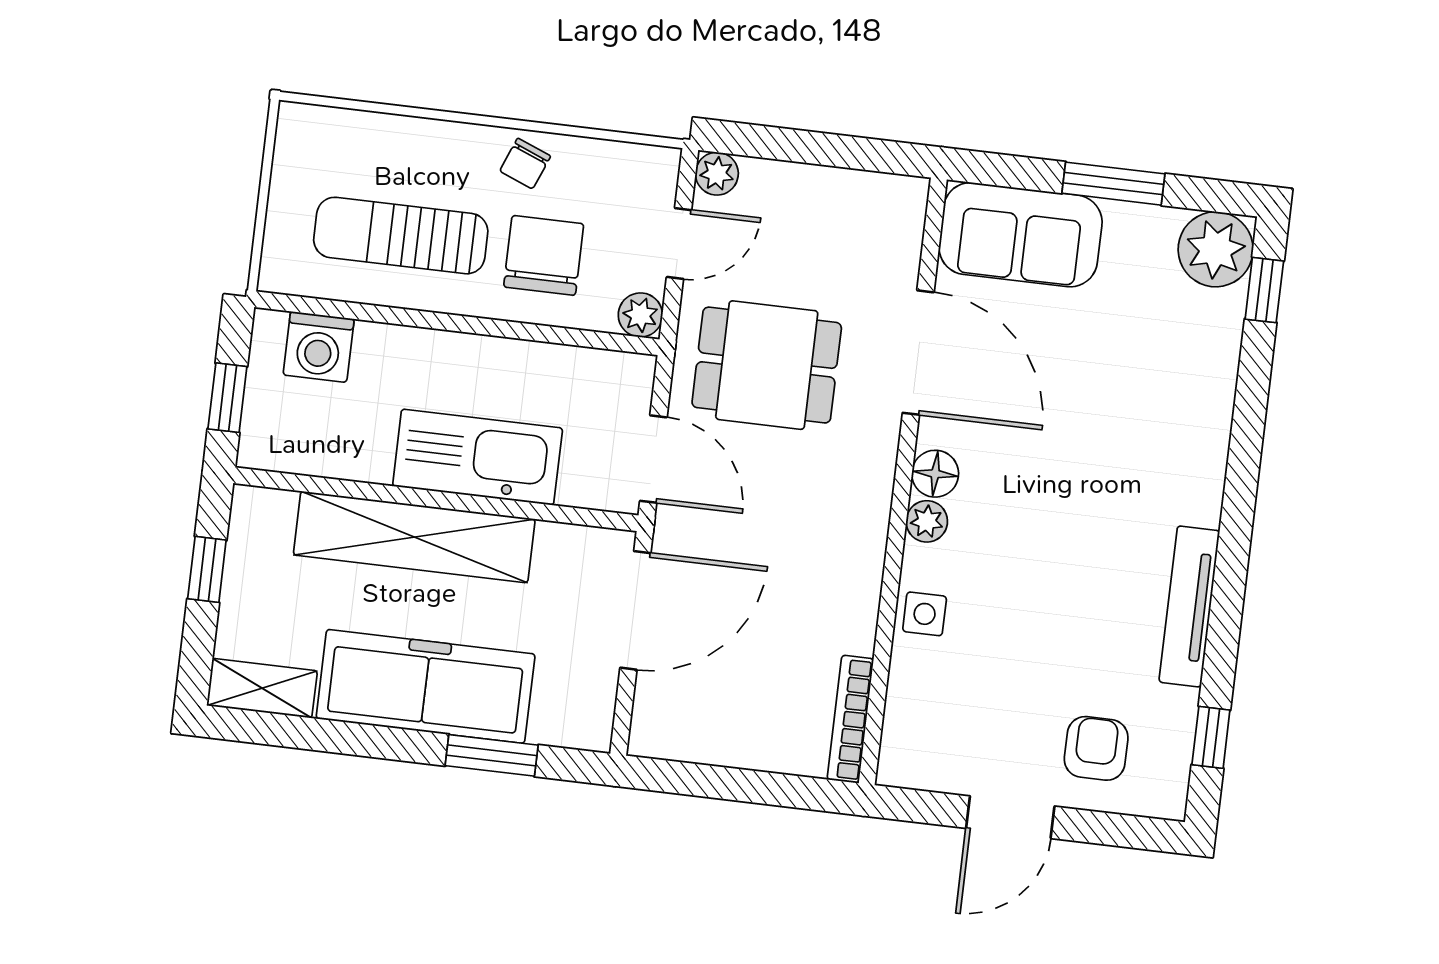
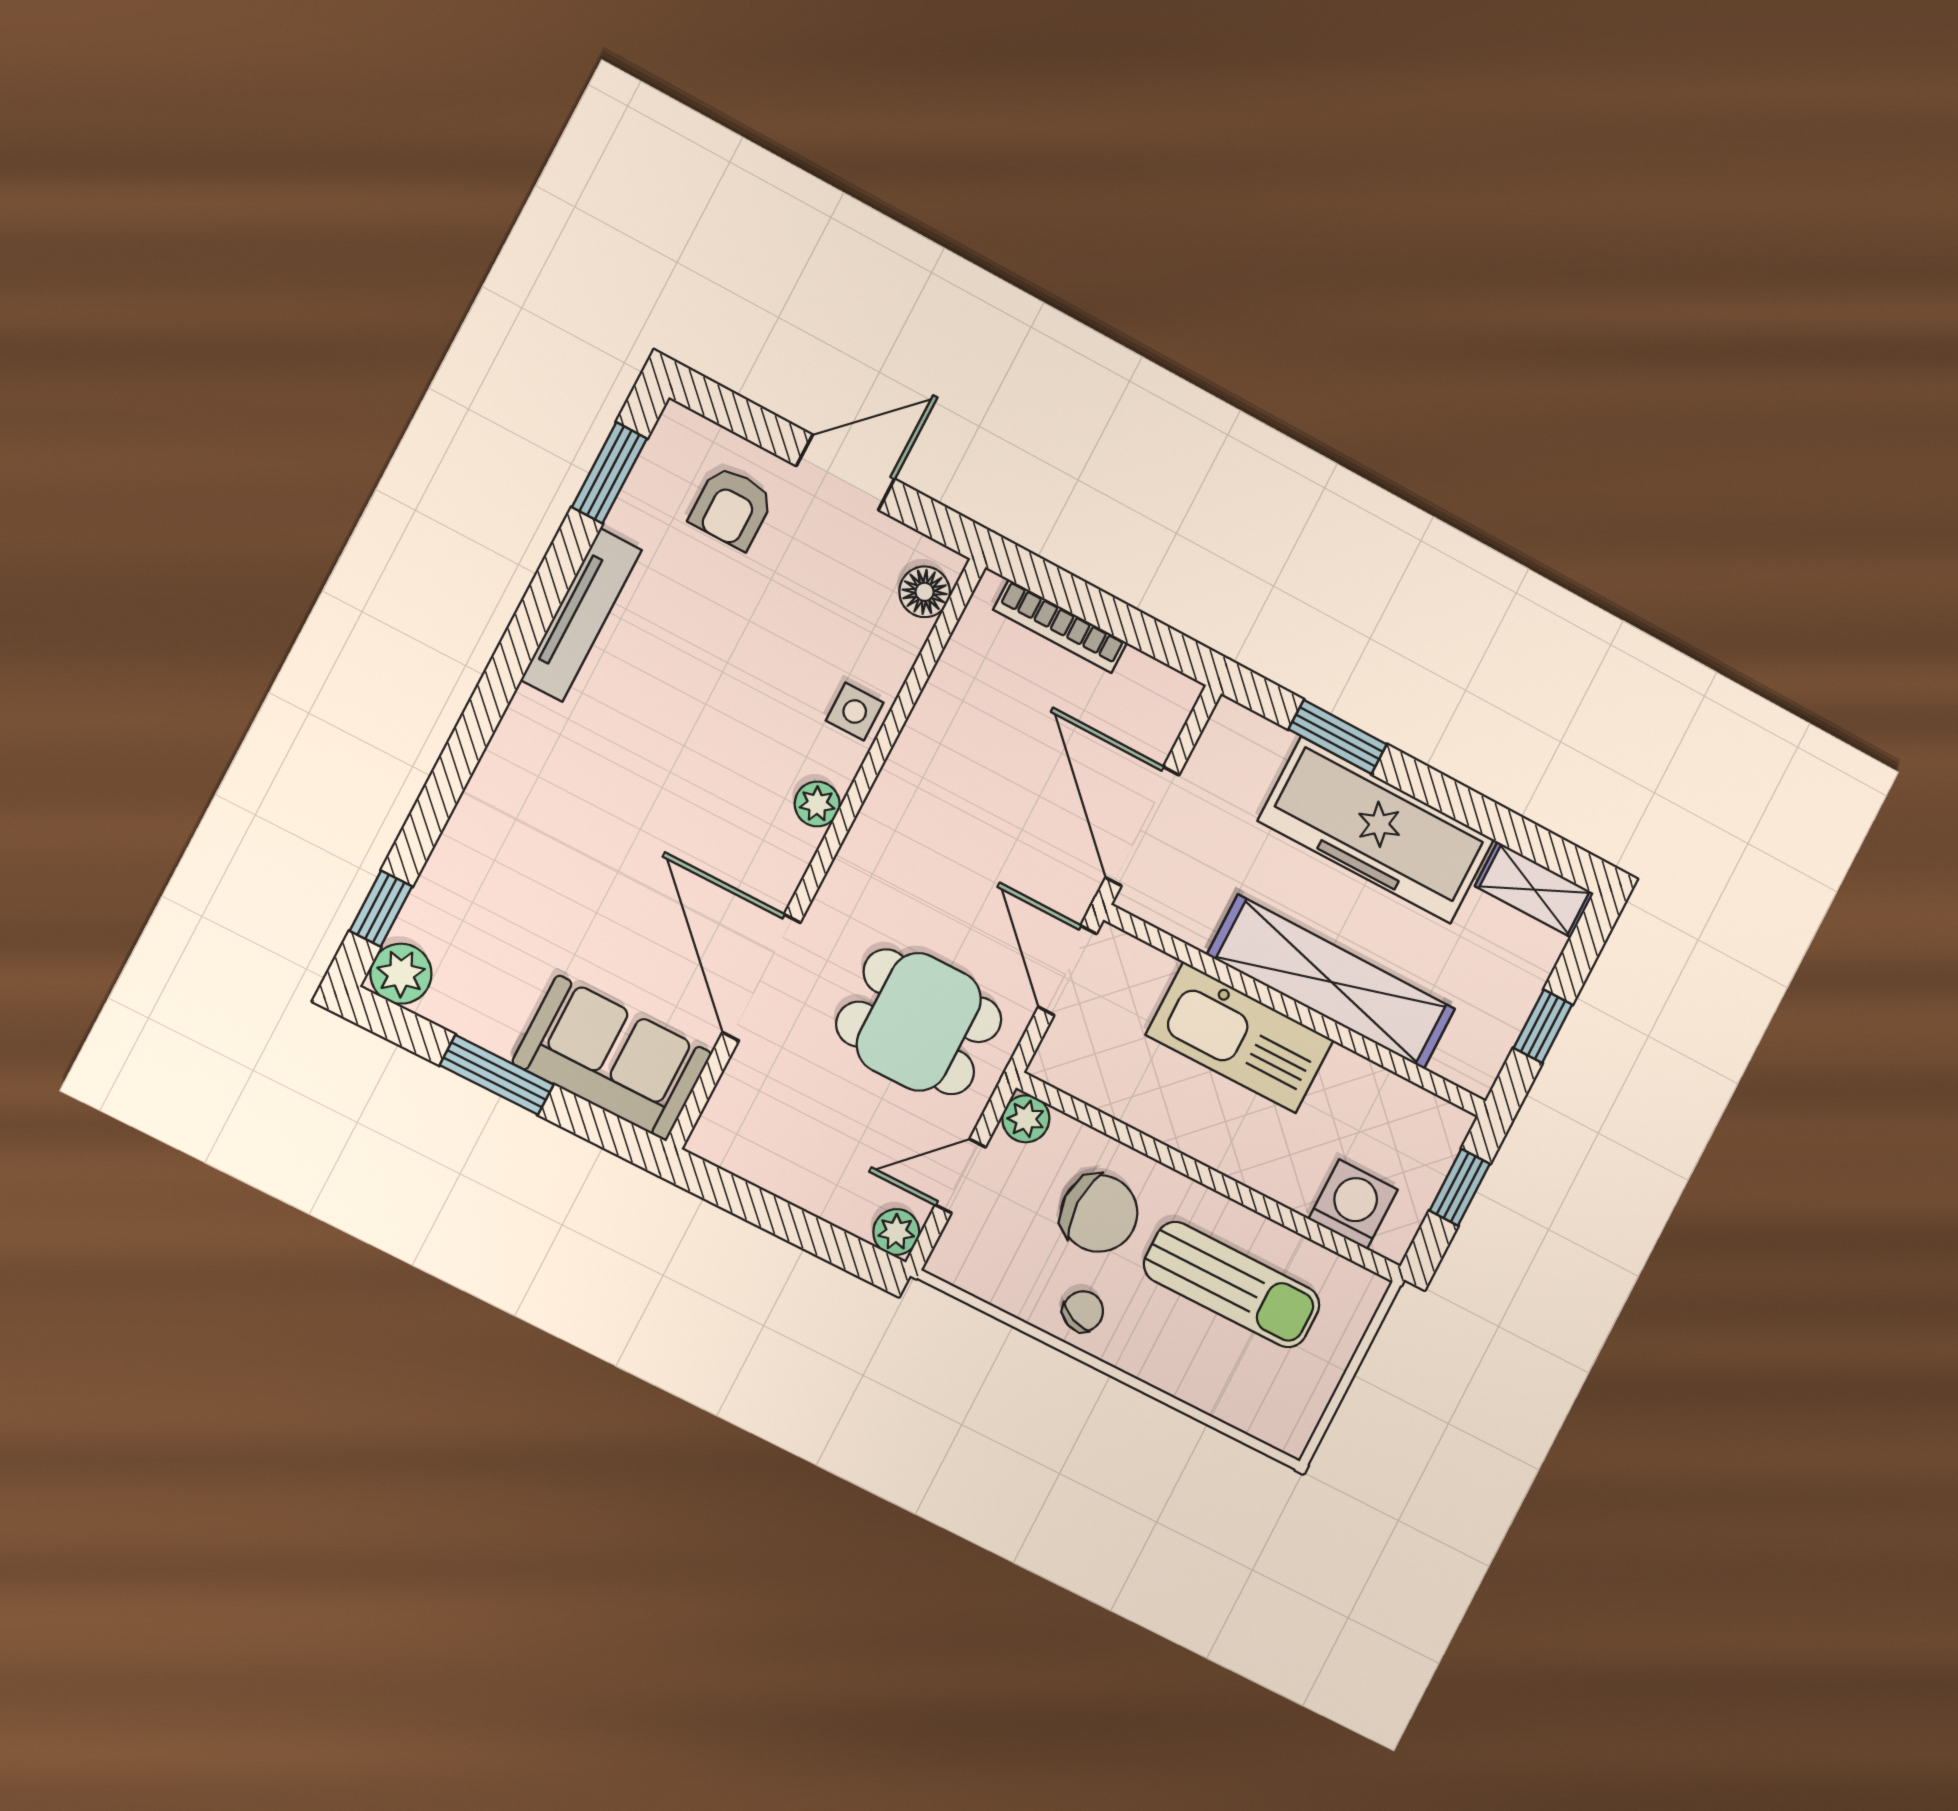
plant: (1216, 249) -> (401, 974), width x0.73, depth x0.73
chair: (544, 255) -> (1099, 1213), turned -90
floor lamp: (935, 474) -> (925, 592), moved
door: (635, 610) -> (1142, 826), hinge flipped
bookcase: (850, 719) -> (1060, 626), moved, turned 90
window: (1211, 737) -> (609, 473), width x1.50

